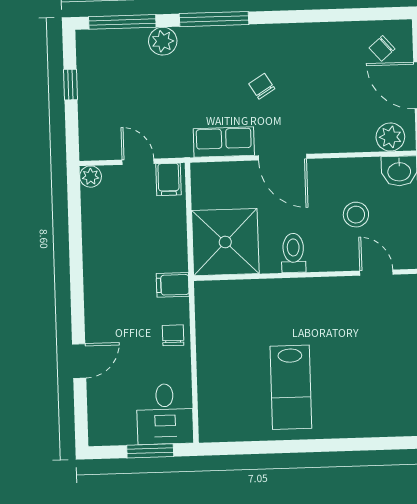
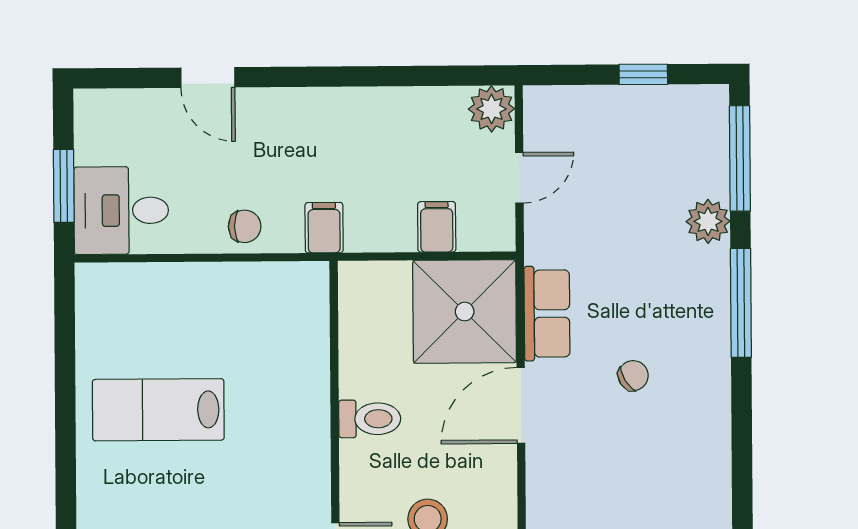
plant: (91, 177) -> (491, 109), width x1.38, depth x1.38
filing cabinet: (169, 179) -> (437, 227), moved, turned 90
shower: (225, 242) -> (465, 312), moved

